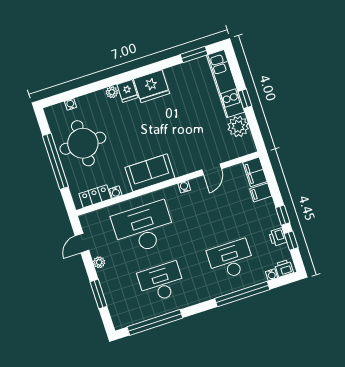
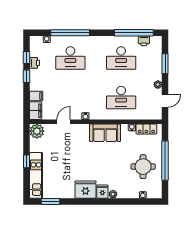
plant: (238, 127) -> (37, 131), moved
round table: (83, 143) -> (143, 167), width x0.73, depth x0.73
desk: (144, 228) -> (121, 98), width x0.73, depth x0.77
printer: (284, 268) -> (144, 41), moved

